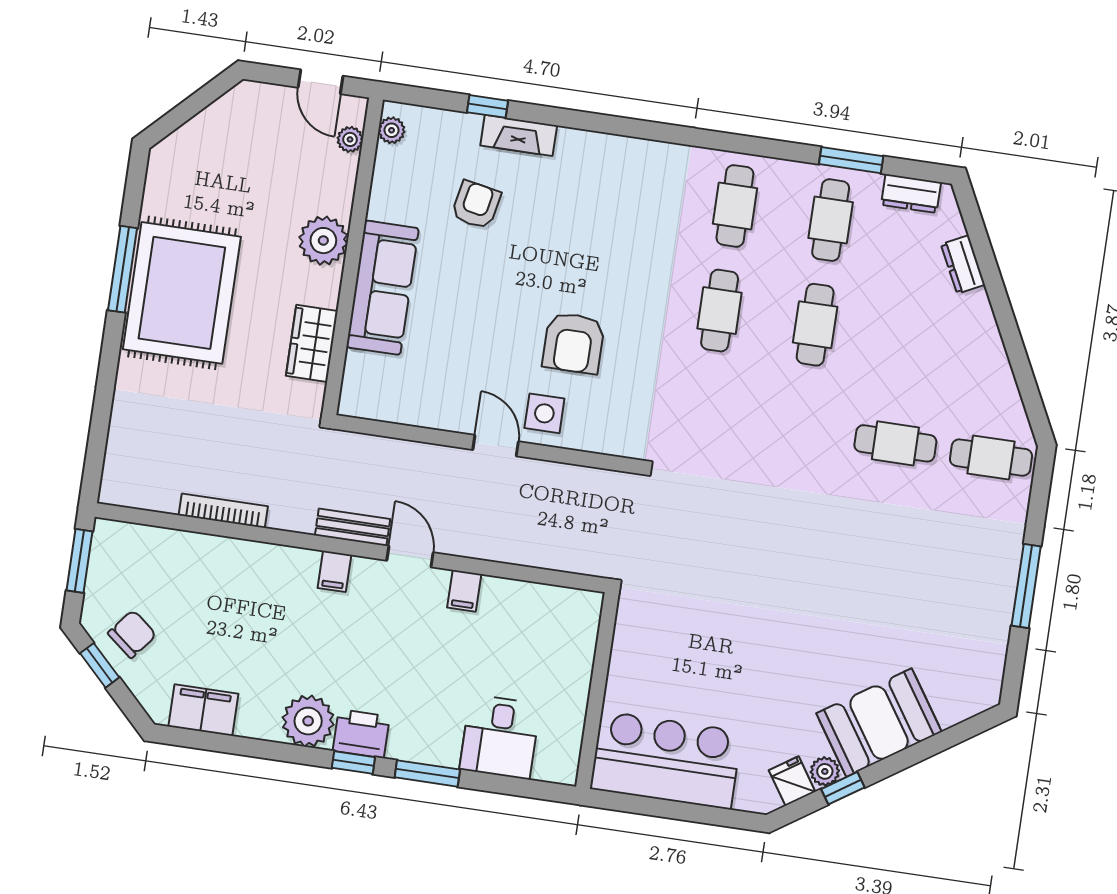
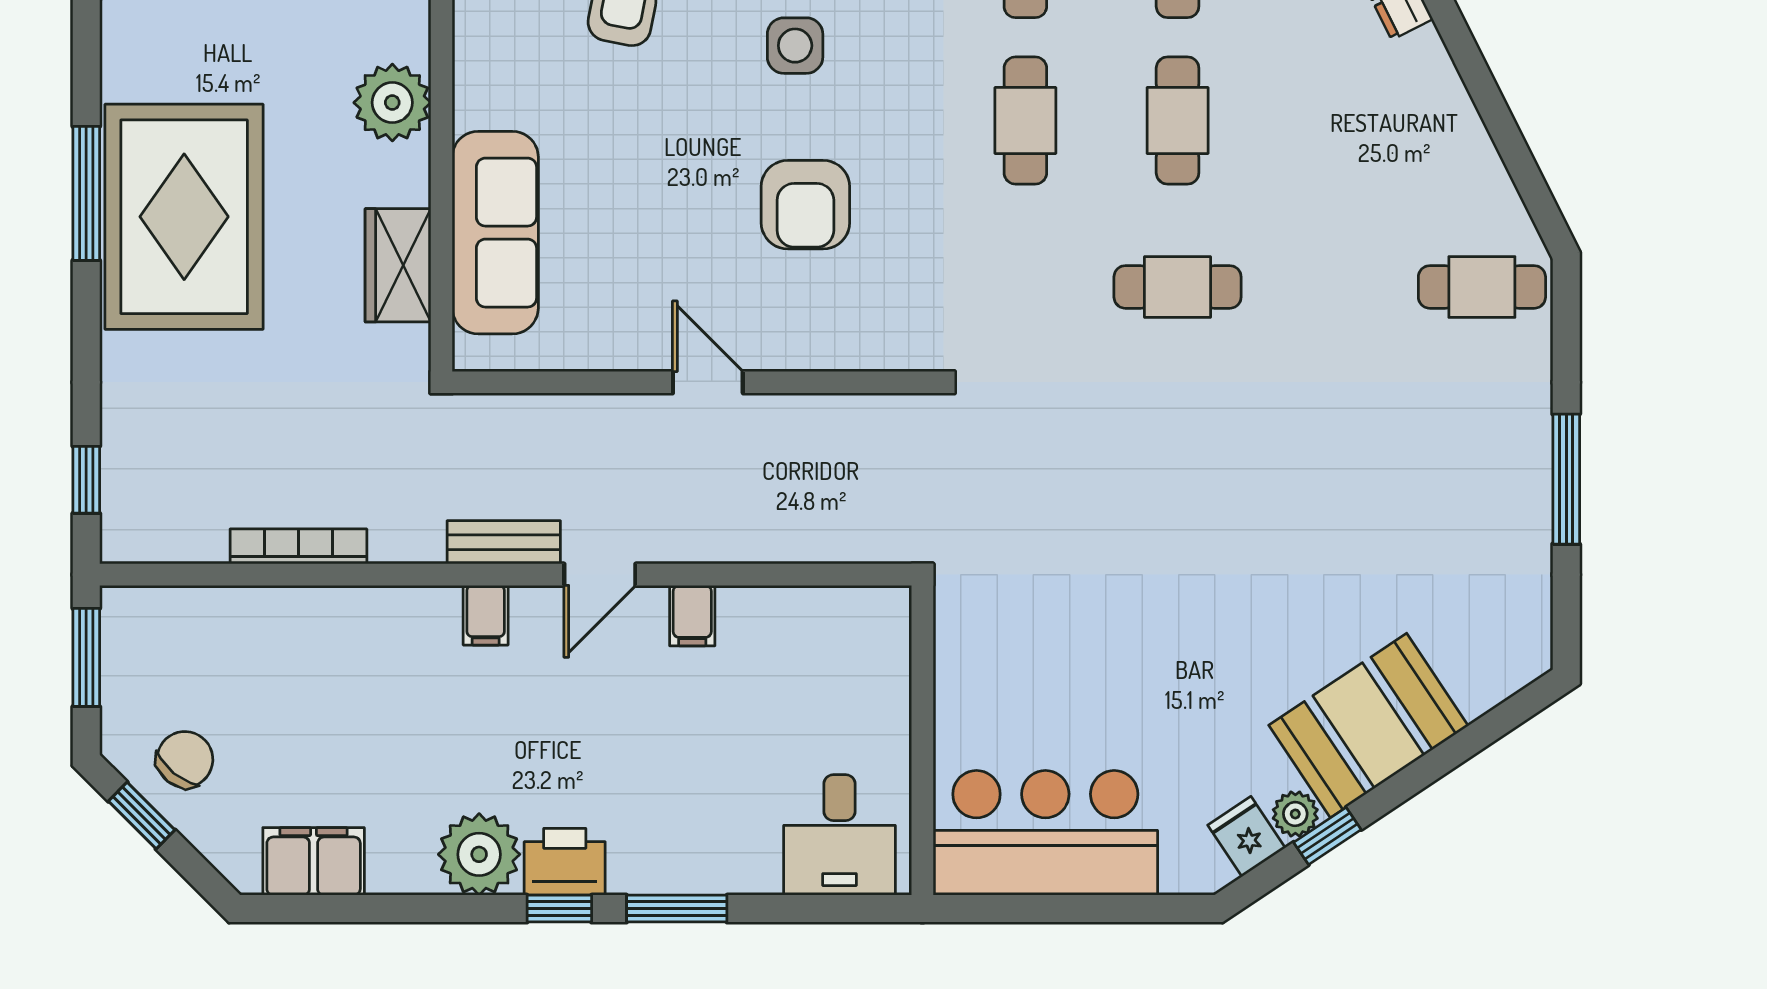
sofa: (383, 288) -> (495, 233), moved
side table: (544, 413) -> (795, 46), moved
cafe table: (895, 443) -> (1178, 287), moved
window: (96, 449) -> (86, 480), added
door: (410, 556) -> (600, 575), swing flipped
desk: (500, 737) -> (840, 835), moved

